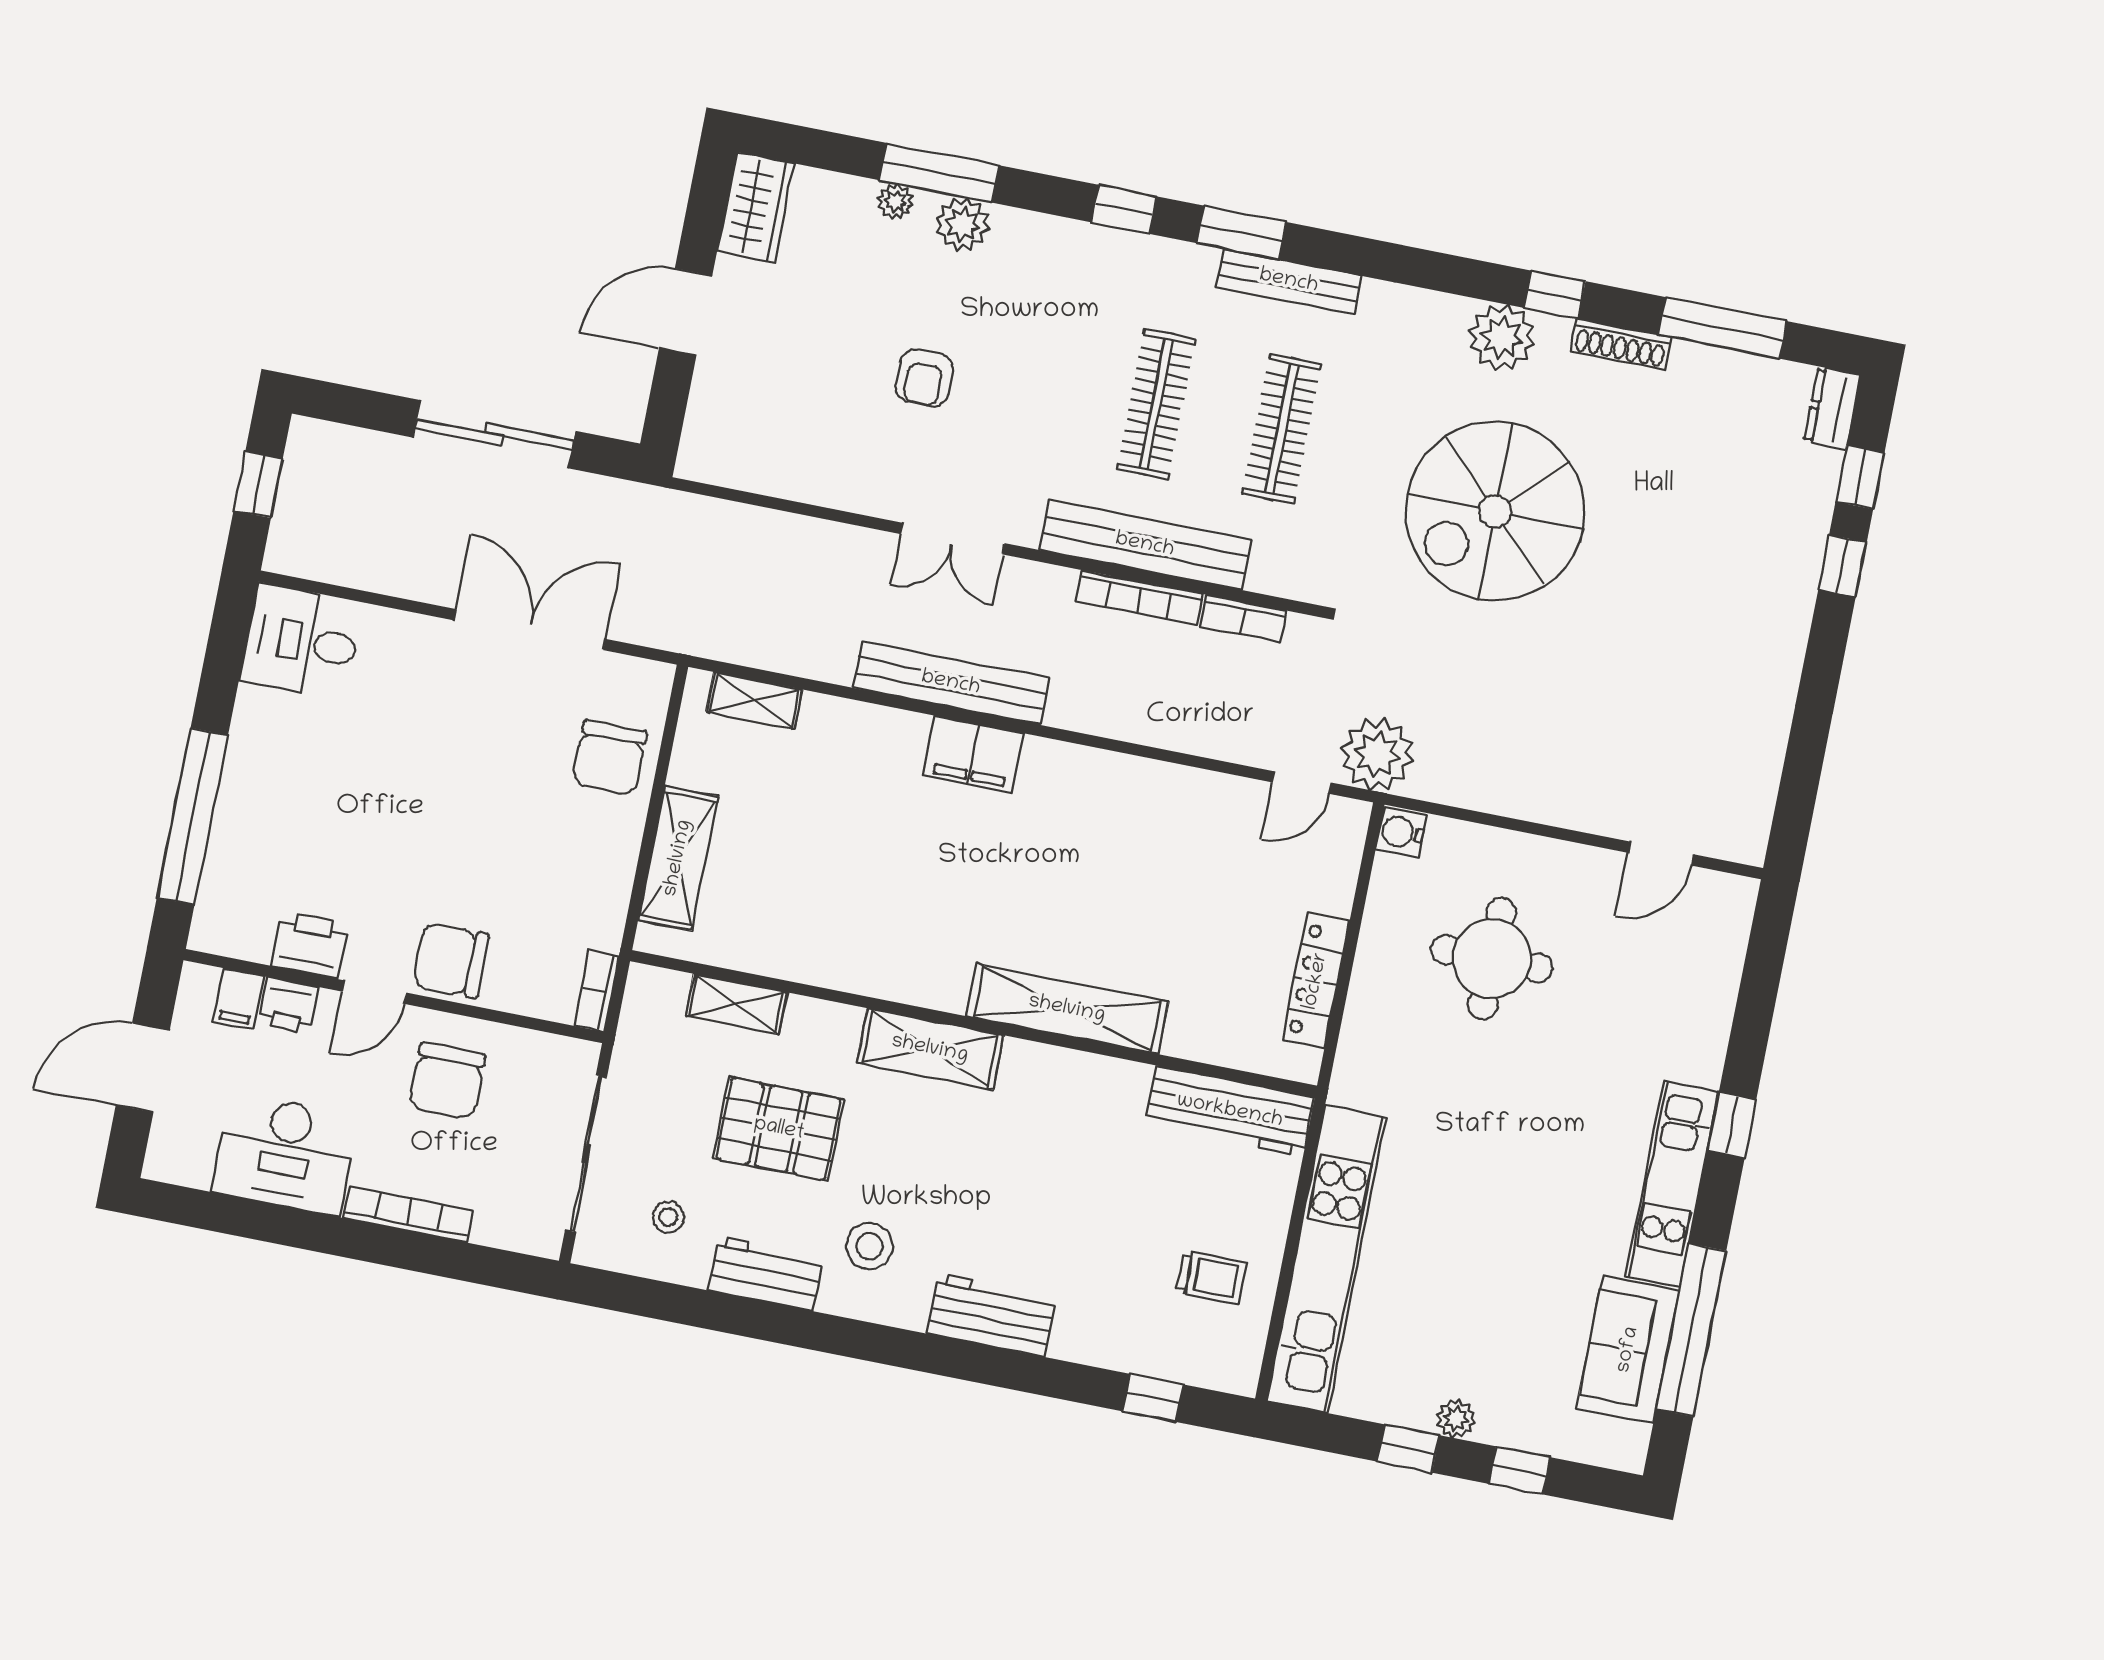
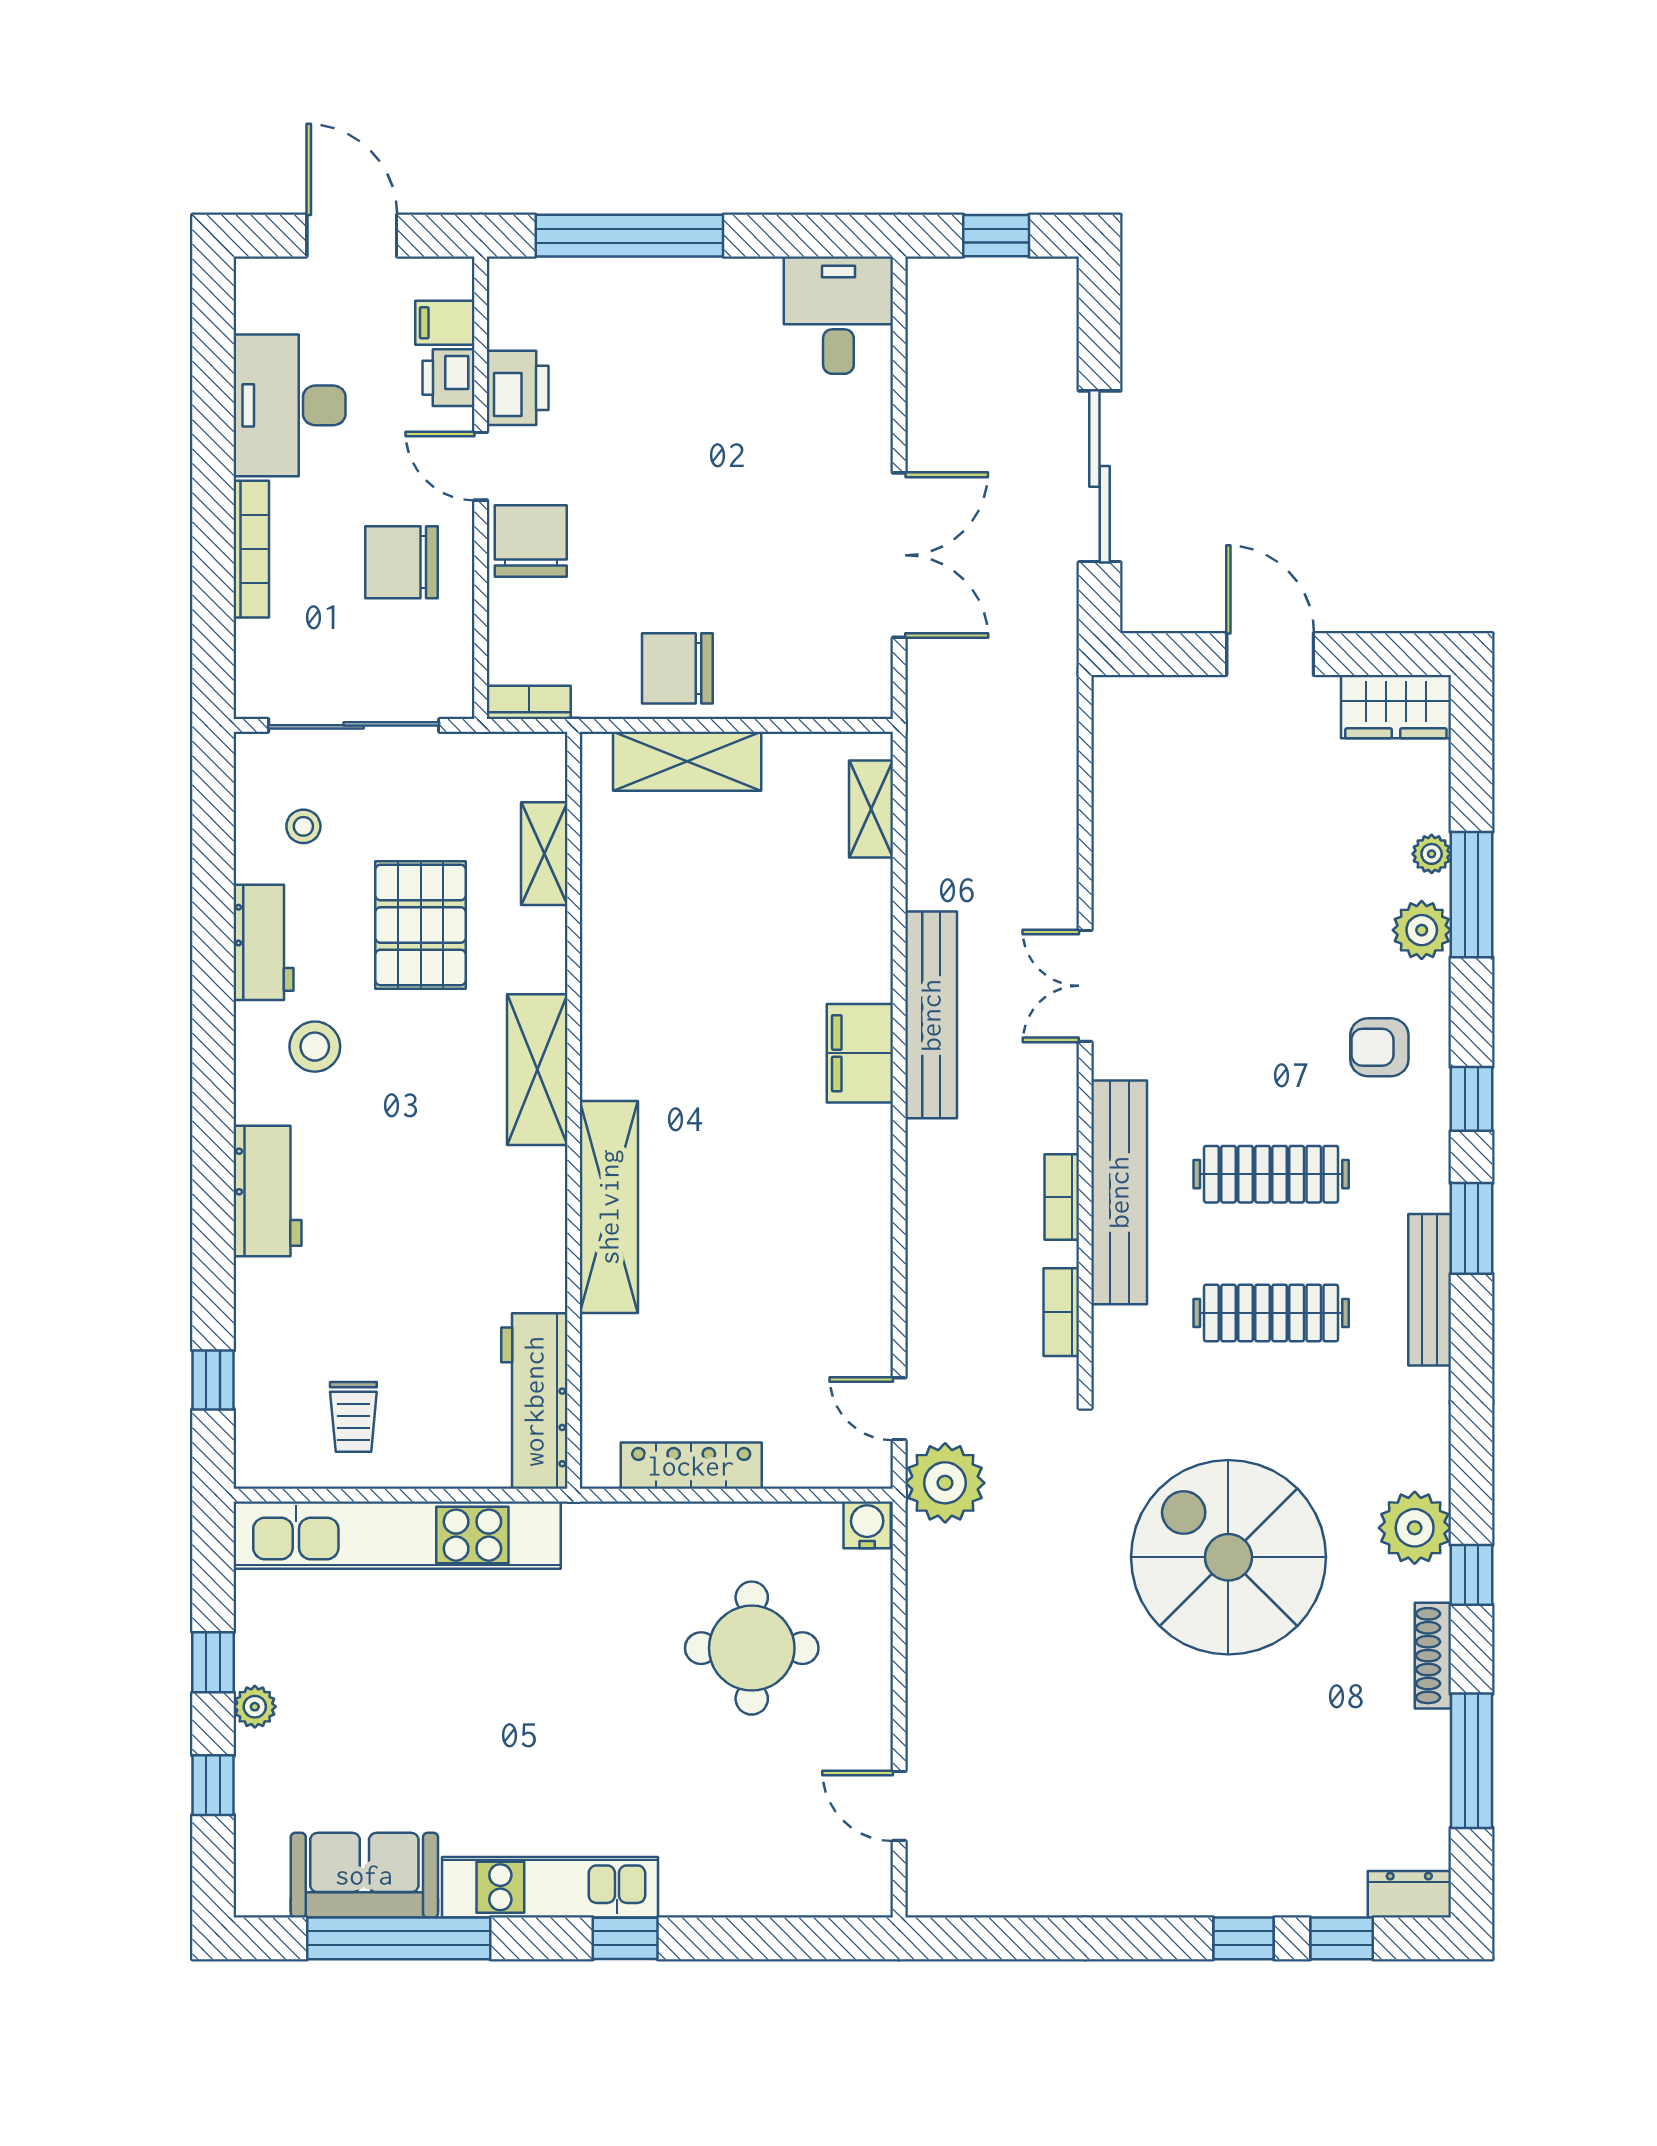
armchair: (924, 378) -> (1379, 1047), moved
bookcase: (1139, 598) -> (1062, 1197), width x0.64
chair: (610, 758) -> (677, 668), moved

